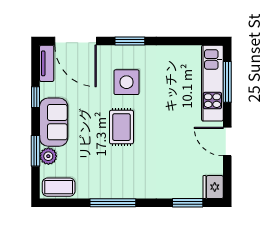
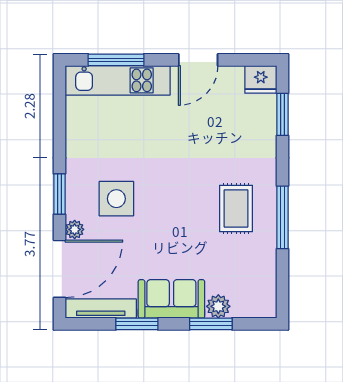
plant: (104, 52) -> (75, 229), added
tv unit: (47, 63) -> (101, 309), width x1.41
window: (36, 97) -> (137, 324), width x1.50
rug: (121, 127) -> (236, 208), moved, turned 90
coffee table: (59, 187) -> (261, 292), removed

